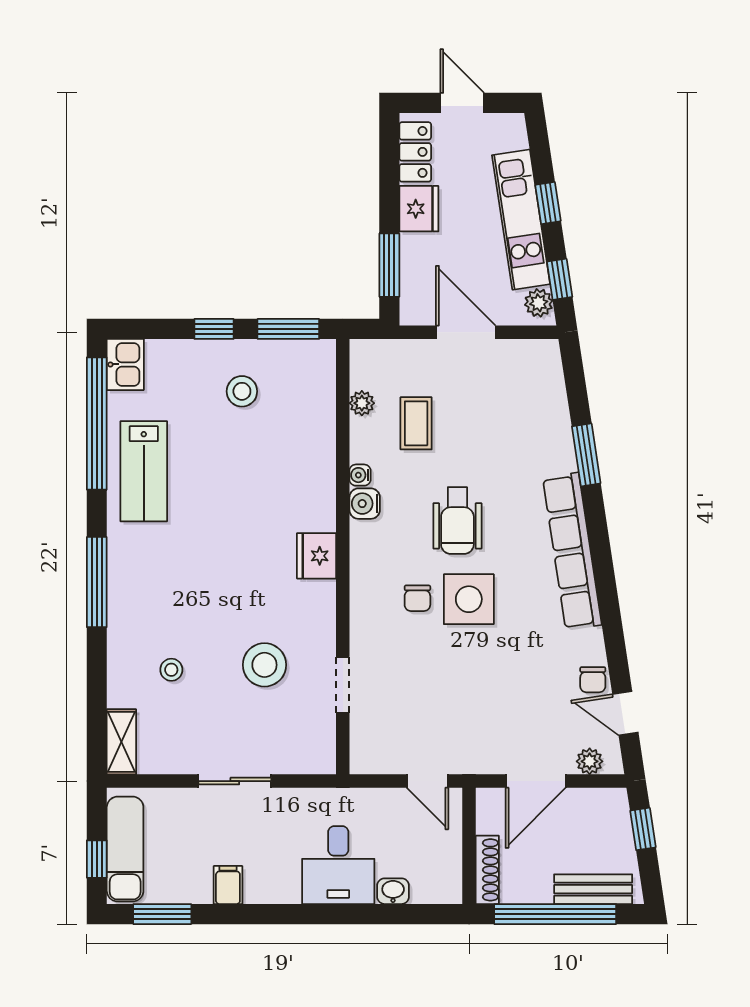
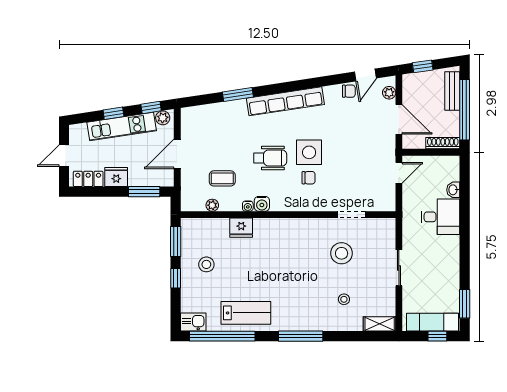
fridge: (317, 556) -> (241, 228), moved
filing cabinet: (228, 885) -> (450, 271), removed

